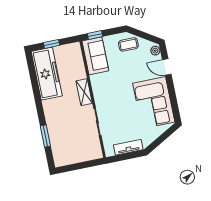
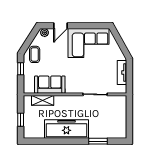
window: (95, 35) -> (21, 69), moved
sofa: (95, 56) -> (50, 85), moved
freezer: (47, 74) -> (66, 129), moved
shelving: (84, 92) -> (43, 100), moved

